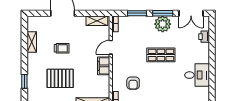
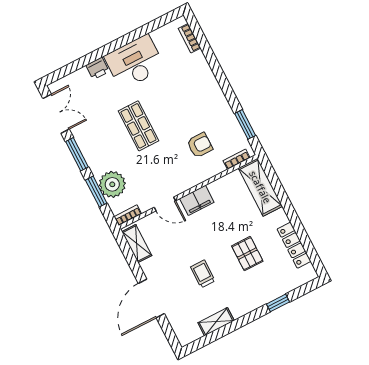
plant: (163, 24) -> (112, 184), moved
printer: (204, 37) -> (98, 68), moved
desk: (197, 75) -> (135, 62), width x1.37
pallet: (60, 78) -> (247, 254), width x0.67, depth x0.71

